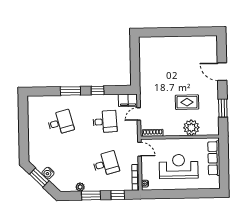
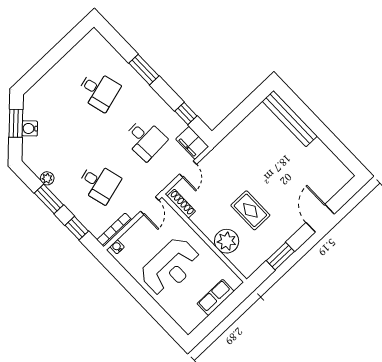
bench: (160, 42) -> (290, 119), added
window: (98, 90) -> (186, 114), moved
door: (139, 114) -> (188, 169), swing flipped
row of seats: (214, 158) -> (216, 297), width x0.68
reception desk: (179, 167) -> (170, 267), turned 90

